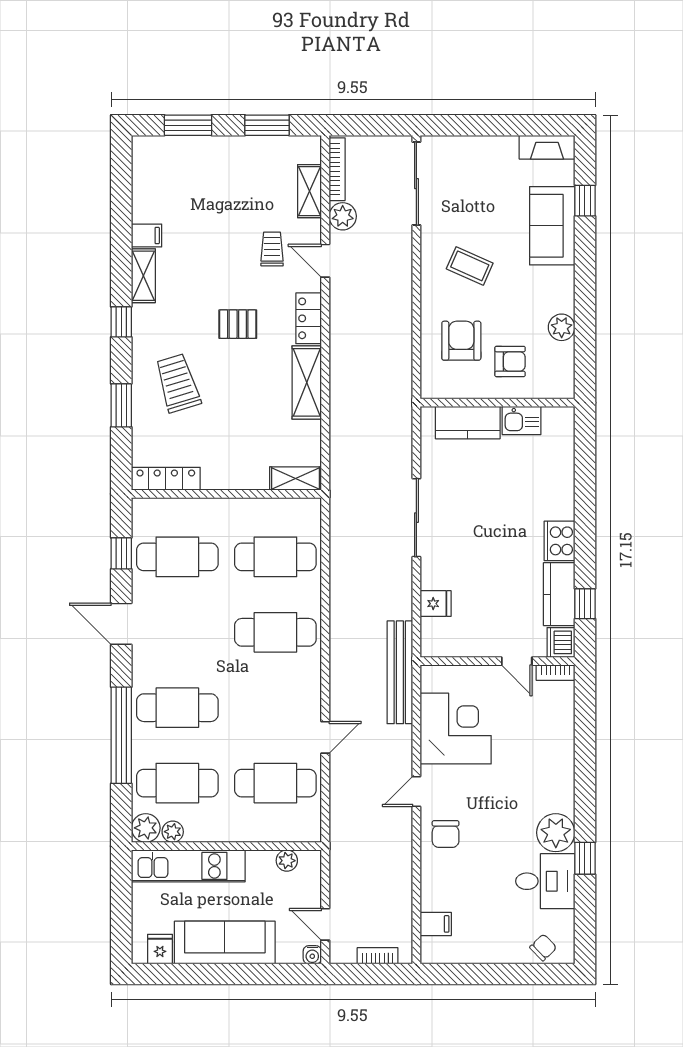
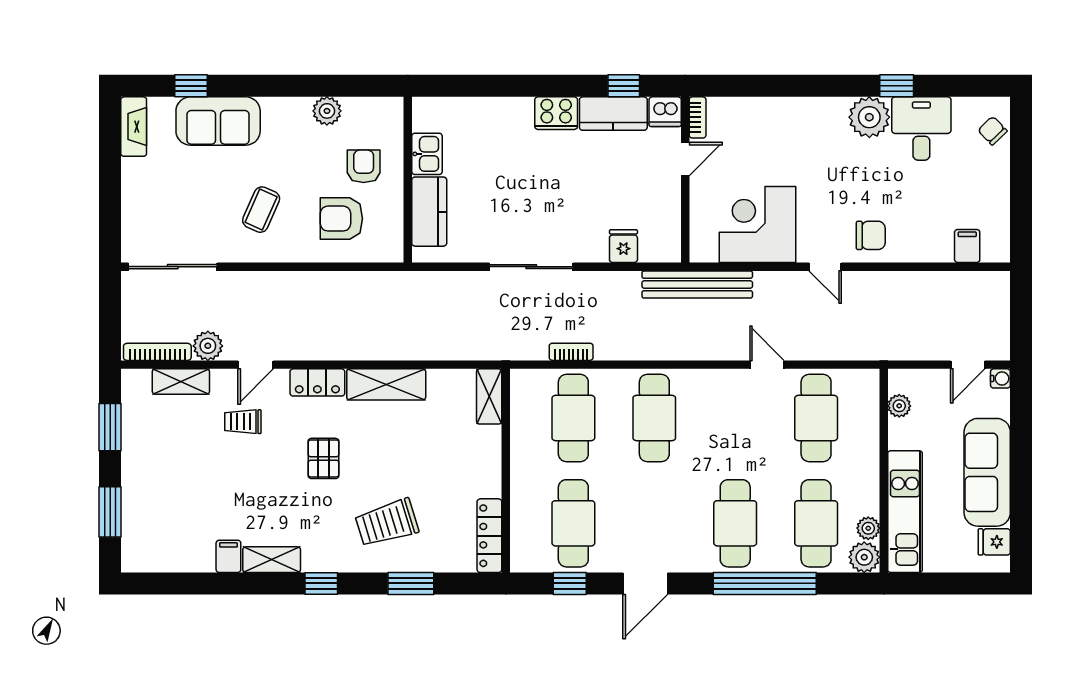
bookcase: (378, 956) -> (571, 352), moved, turned 90

